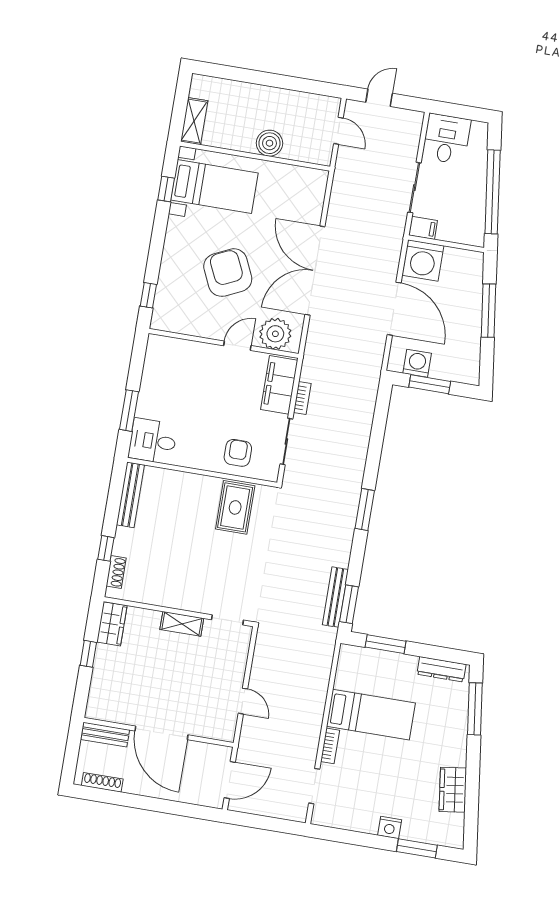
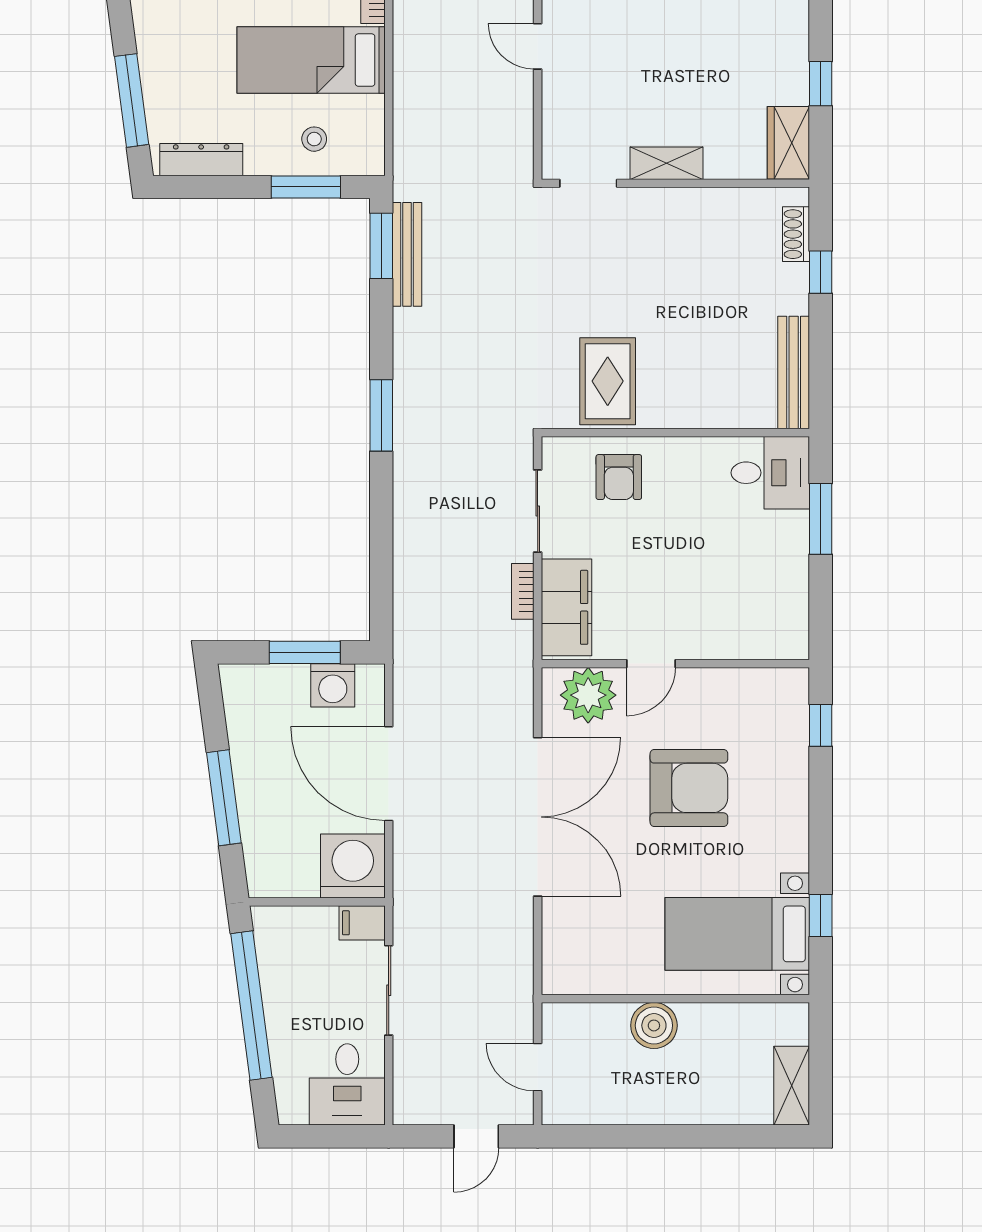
shelving: (194, 121) -> (792, 1086), moved
armchair: (228, 273) -> (689, 788), turned -65
stool: (376, 670) -> (314, 139), added

